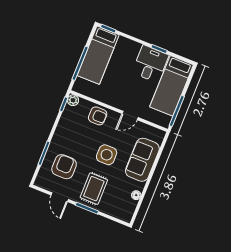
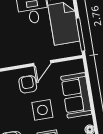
armchair: (98, 116) -> (28, 84), moved, turned -90

